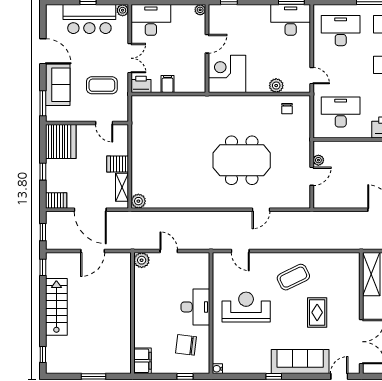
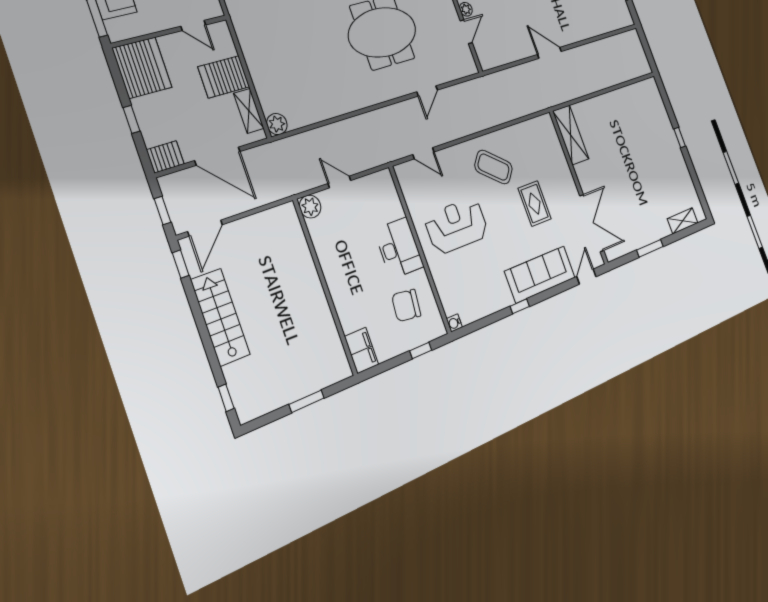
server rack: (118, 164) -> (224, 77), width x1.36, depth x1.44
door: (93, 251) -> (205, 228), moved
coffee table: (293, 277) -> (494, 167), turned 65

